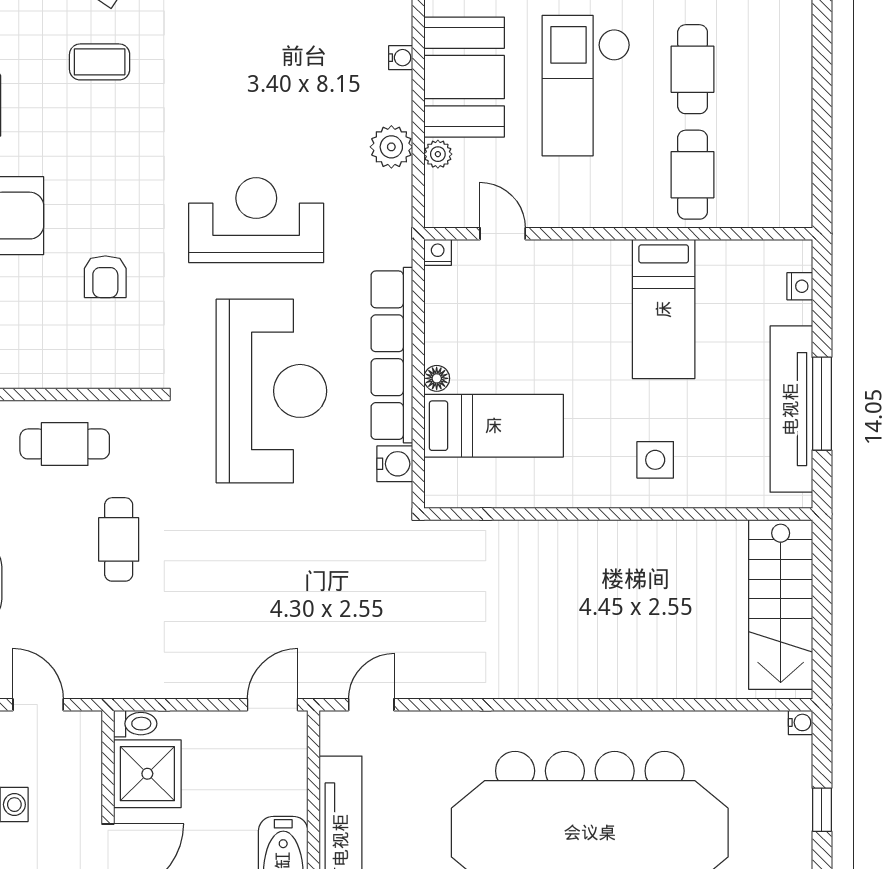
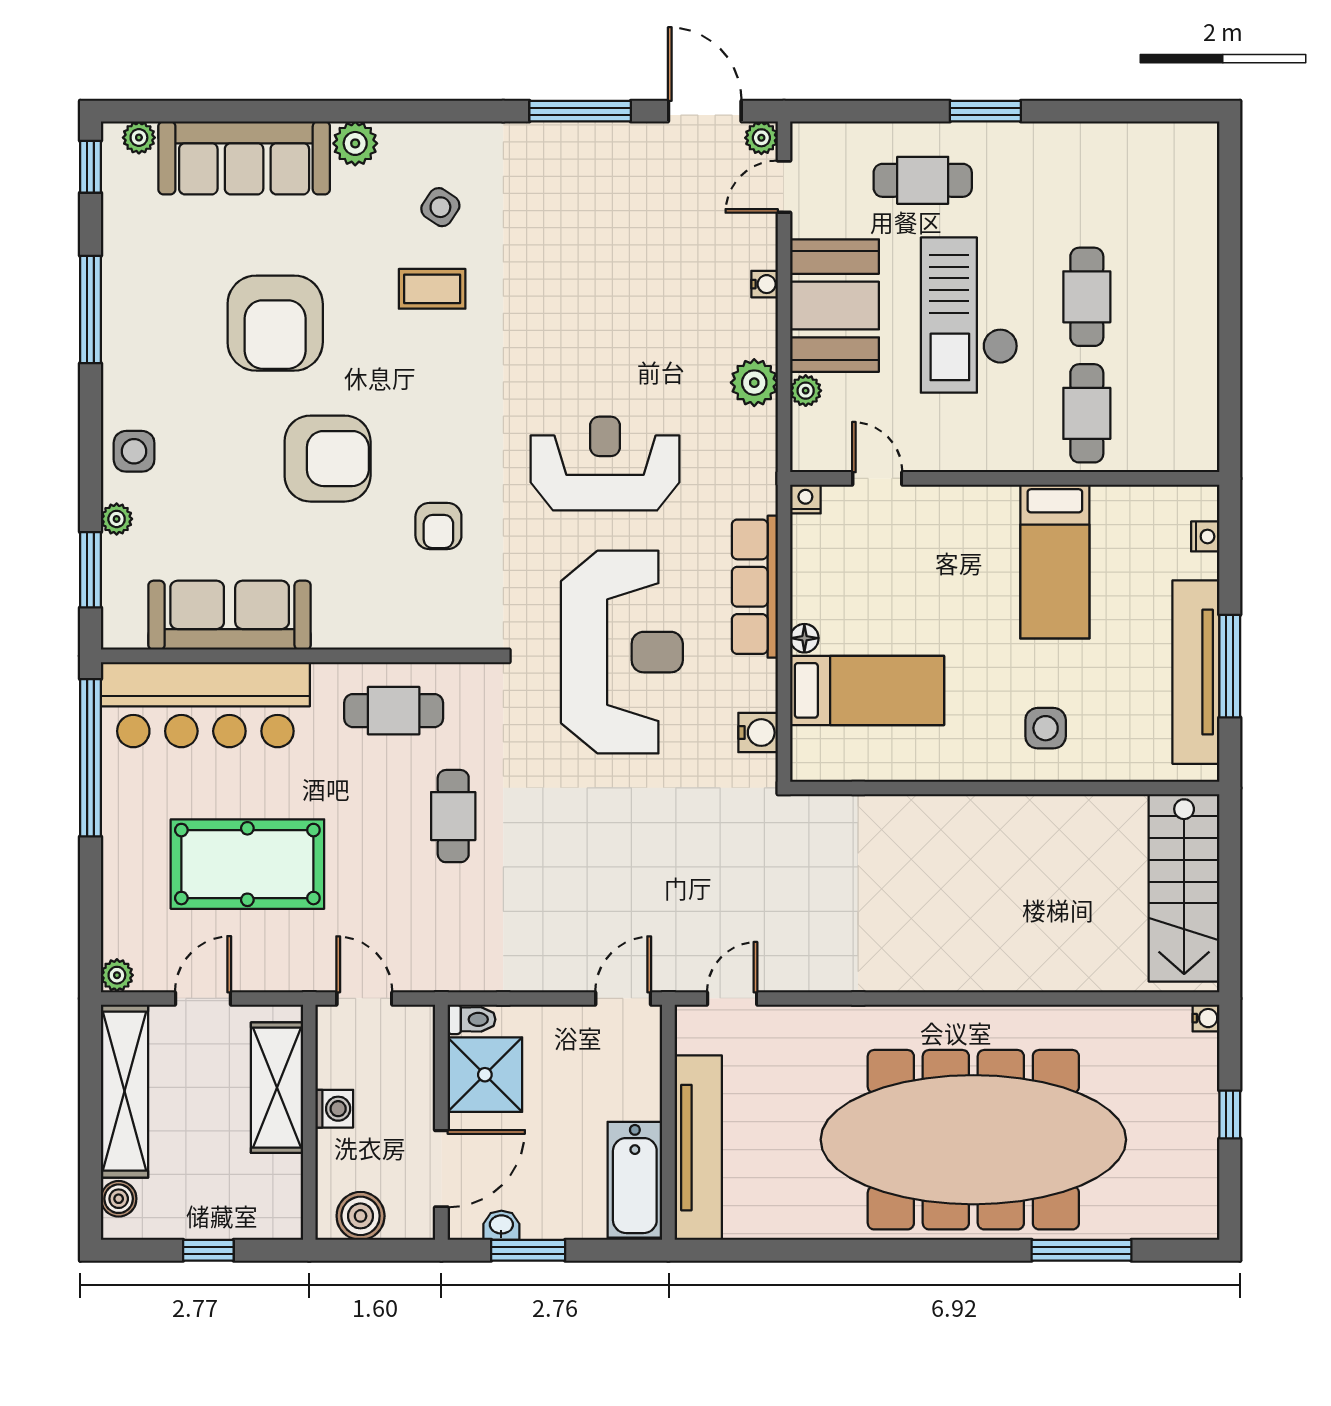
row of seats: (392, 355) -> (755, 587), width x0.73

